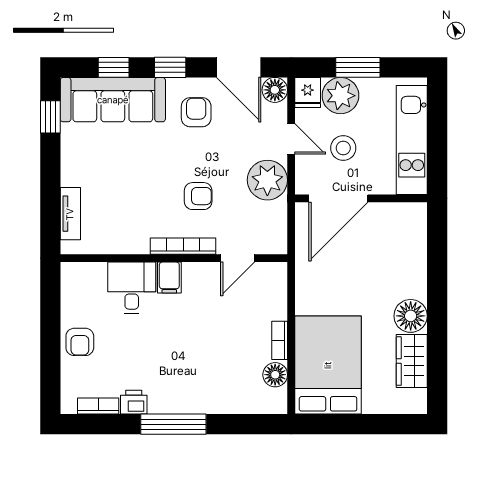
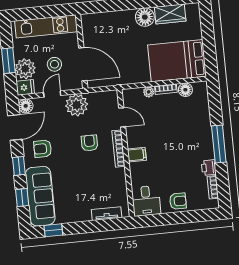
desk: (132, 288) -> (146, 201), moved, turned -90
plant: (278, 309) -> (149, 92), added

